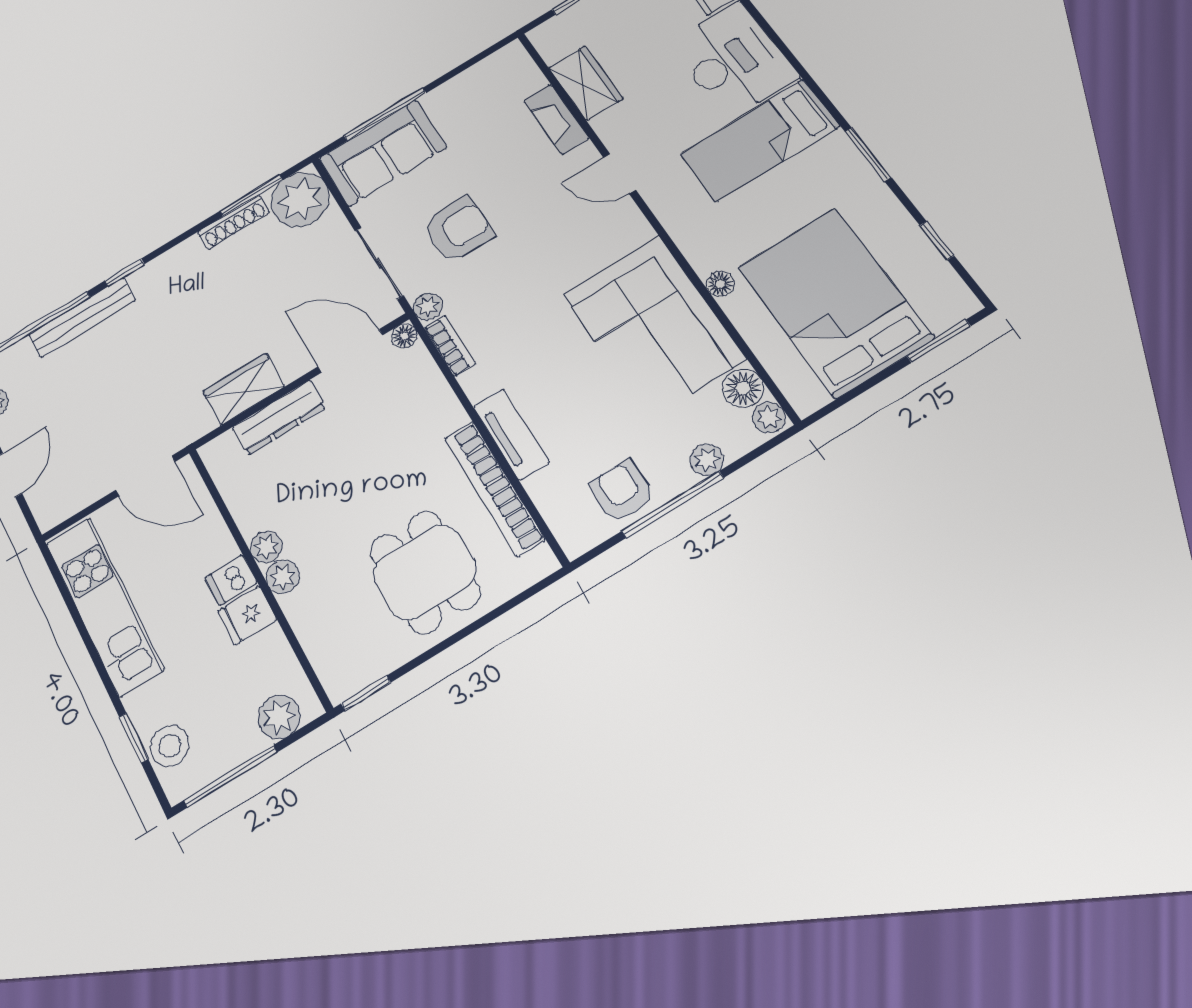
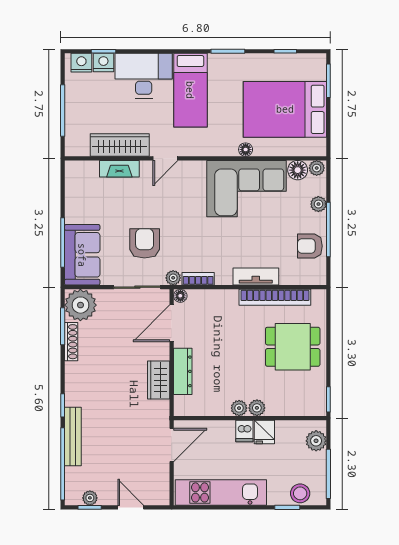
wardrobe: (586, 83) -> (120, 145), width x1.50

